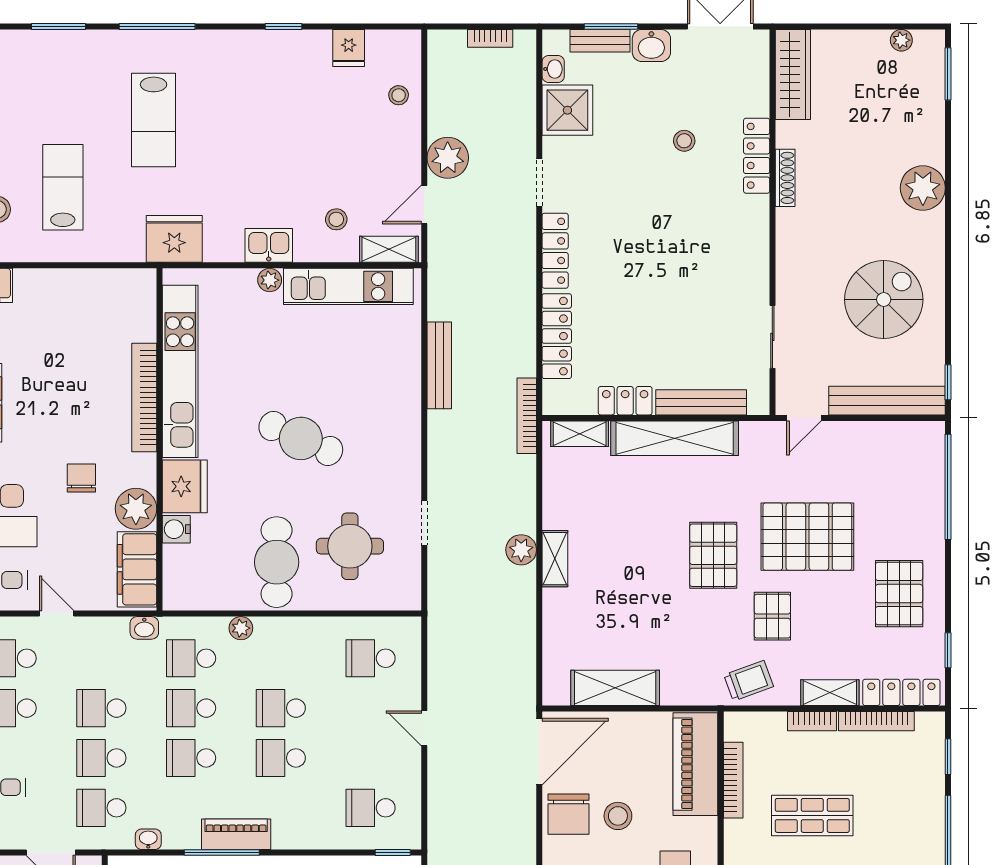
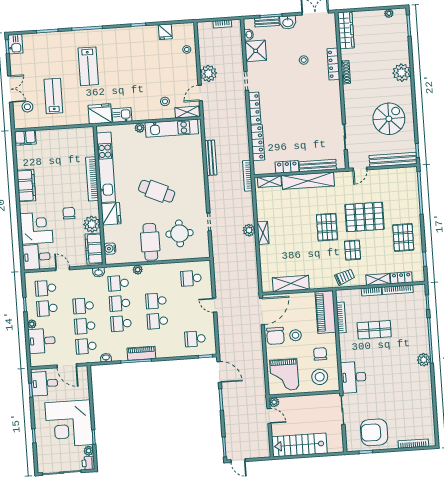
kitchen sink: (269, 245) -> (122, 115), moved
water cooler: (176, 529) -> (110, 249), moved
locker: (901, 692) -> (401, 278), width x0.66

